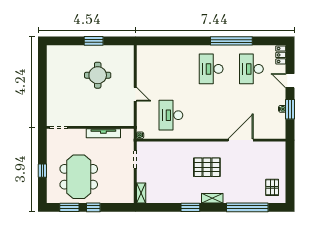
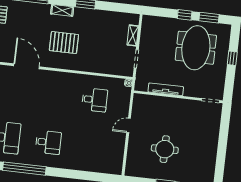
desk: (211, 69) -> (48, 142), width x0.73
door: (135, 94) -> (129, 125), hinge flipped
desk: (171, 115) -> (95, 100), width x0.73
door: (241, 140) -> (27, 66), swing flipped
shelving: (141, 193) -> (133, 35), moved

